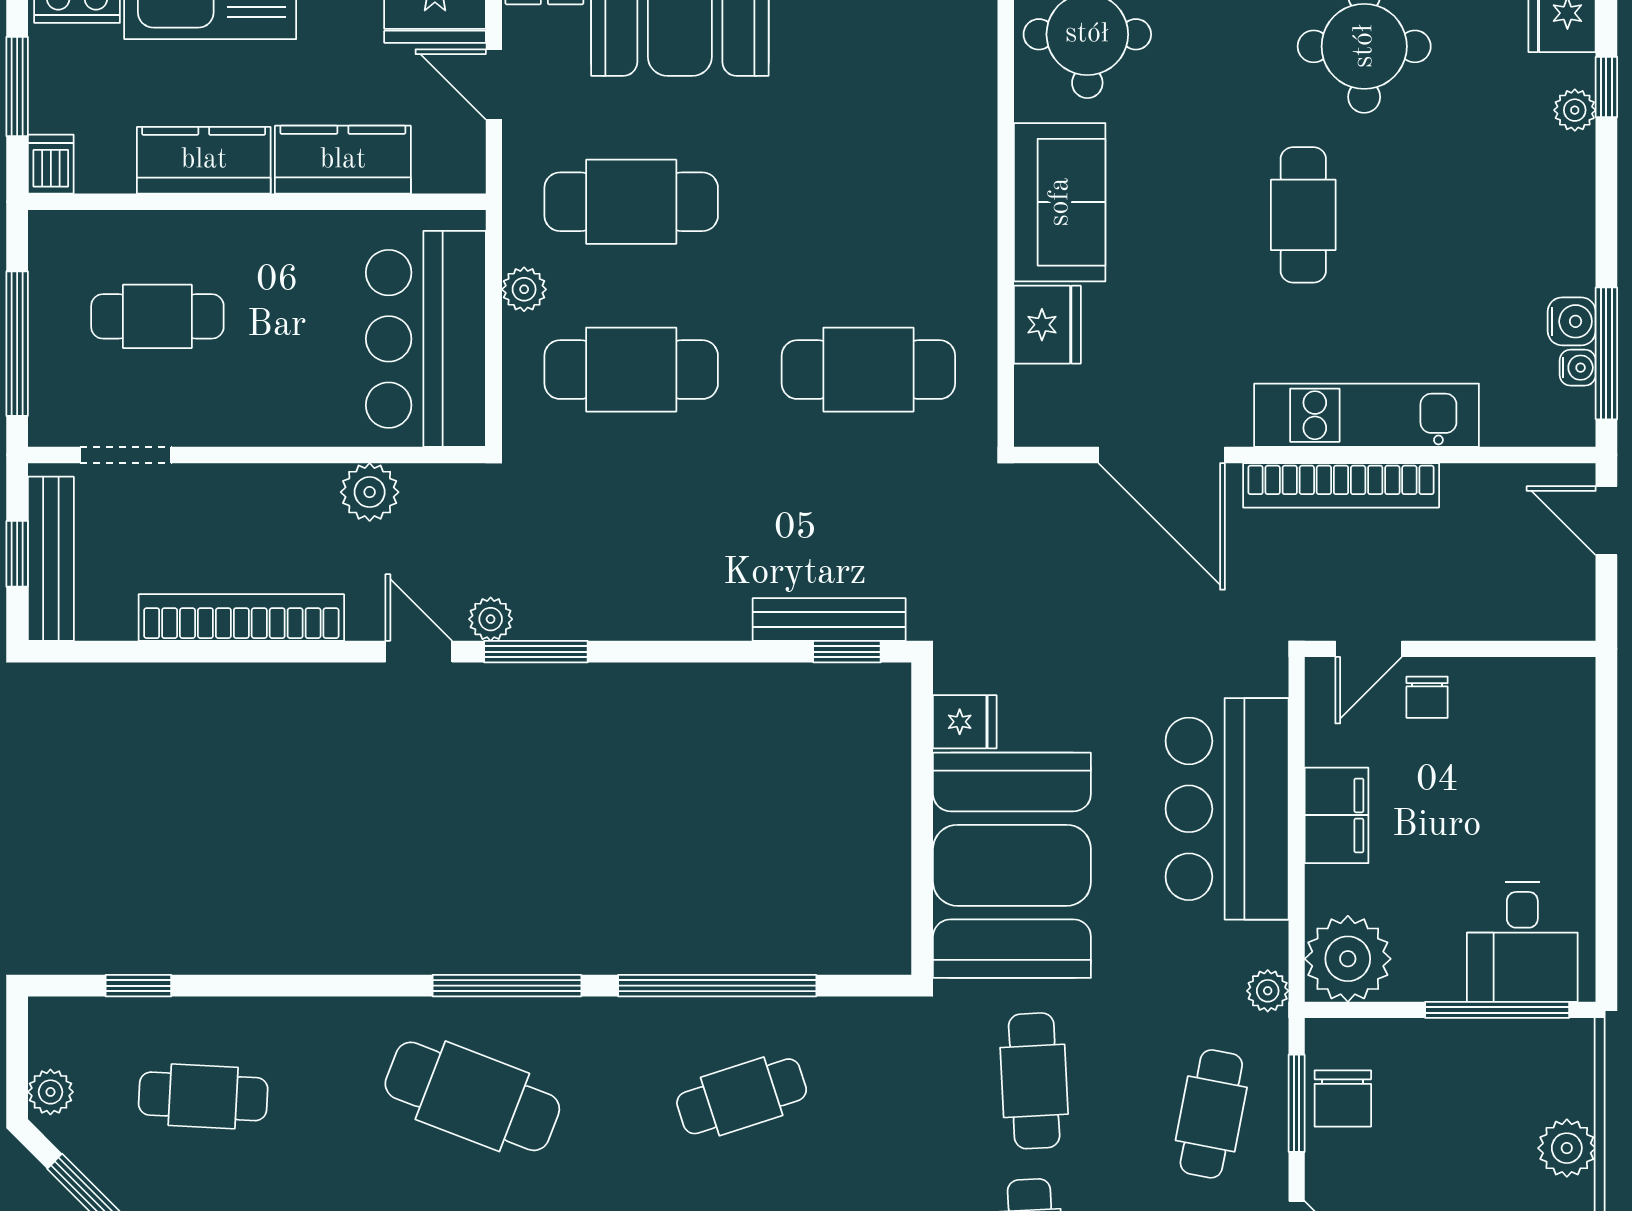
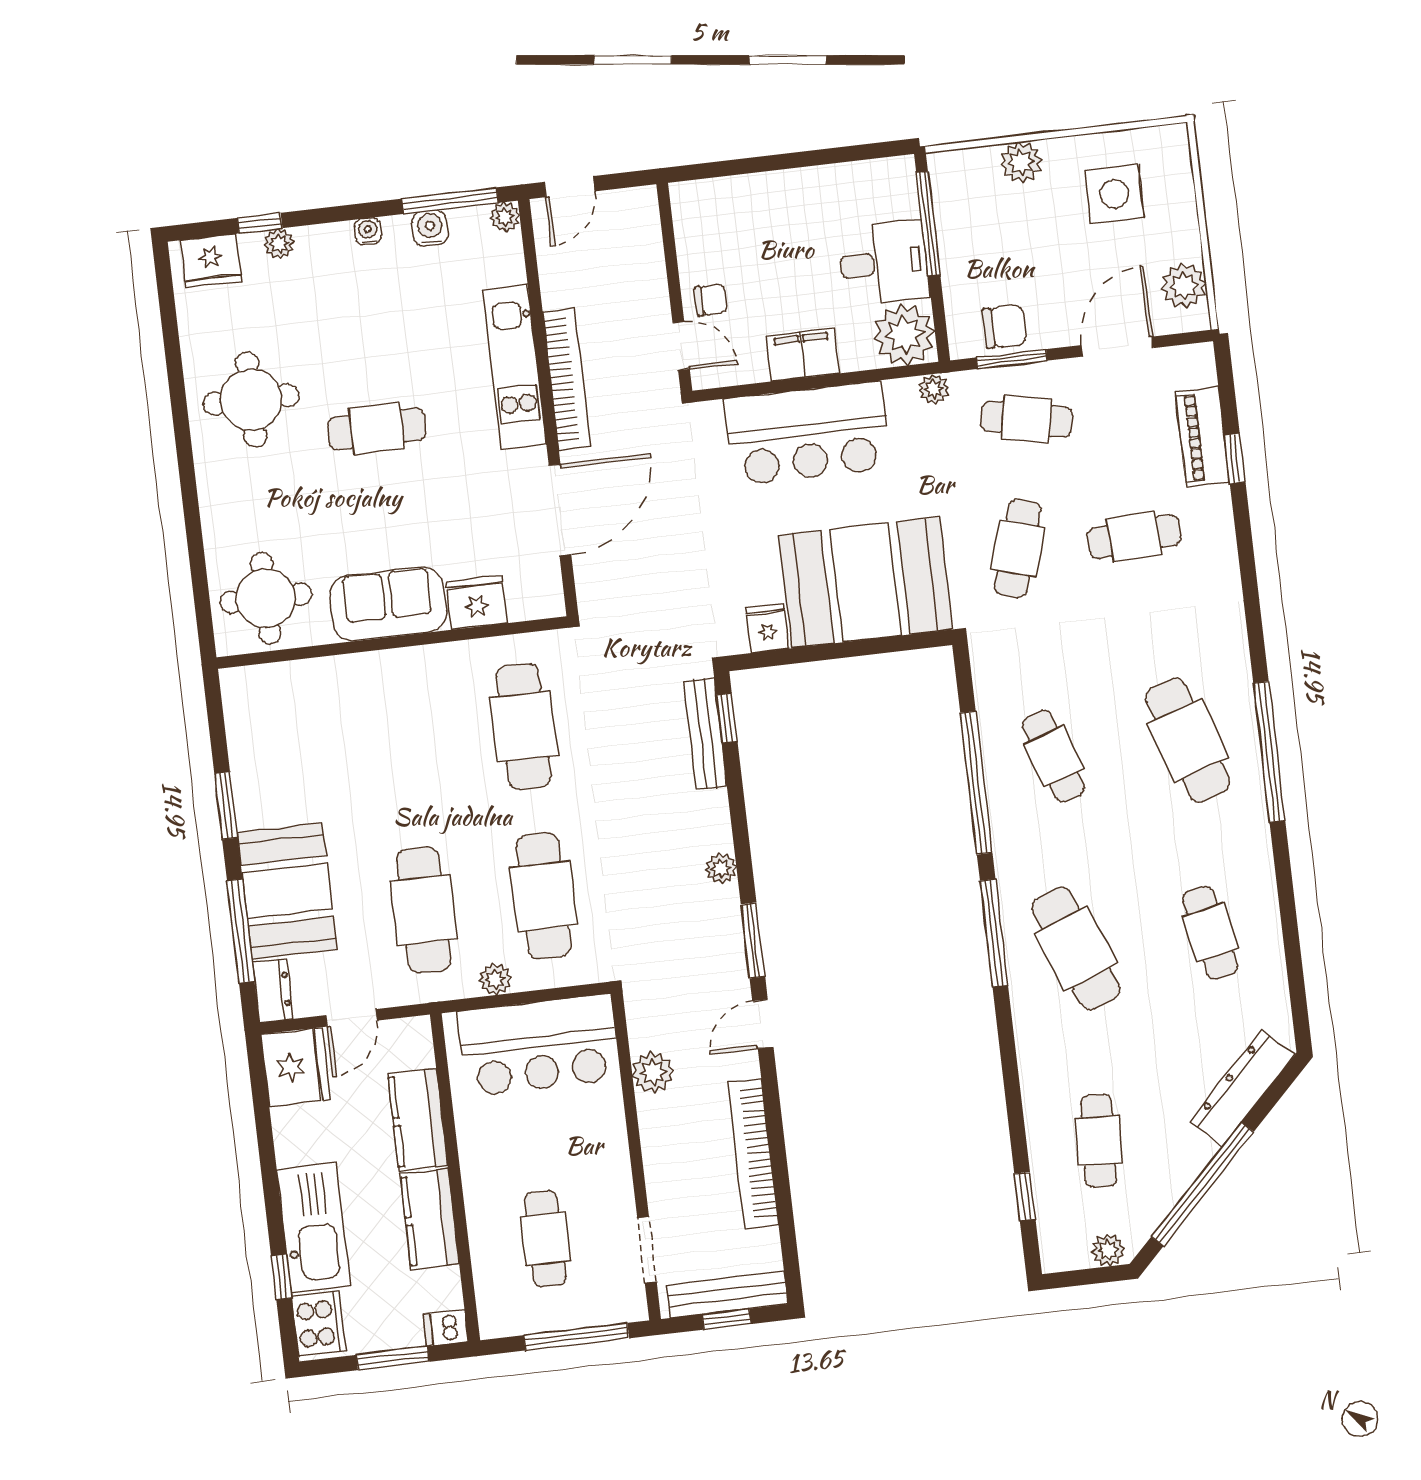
water cooler: (1578, 368) -> (368, 231), moved
plant: (1575, 426) -> (505, 217), added
plant: (491, 619) -> (721, 869), moved
desk: (1522, 942) -> (884, 263), moved
cafe table: (1034, 1081) -> (1018, 548), turned -70
cafe table: (472, 1096) -> (1076, 948), turned -42

